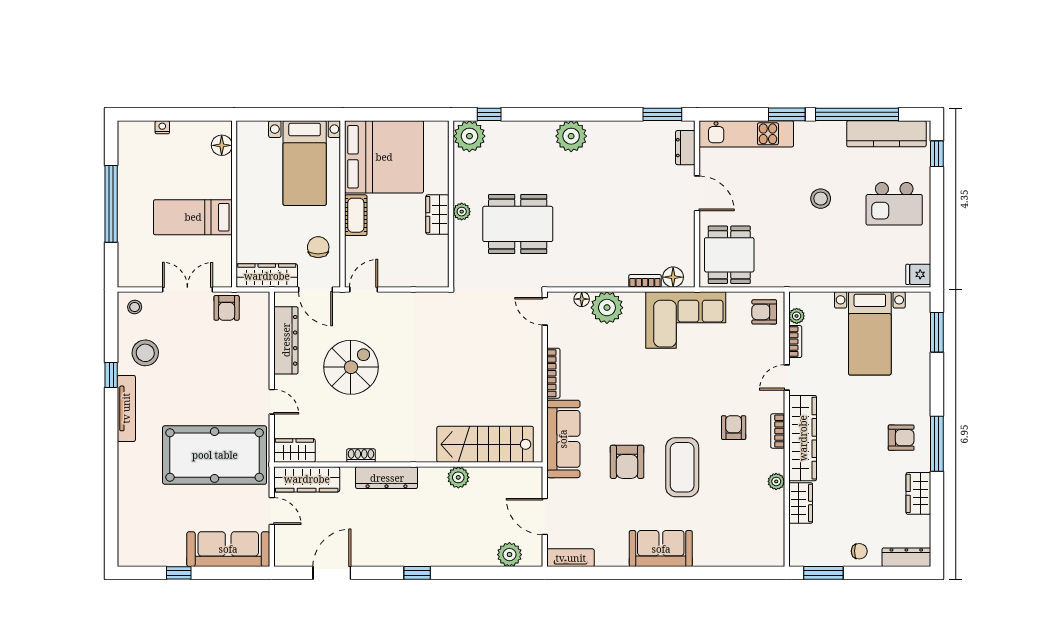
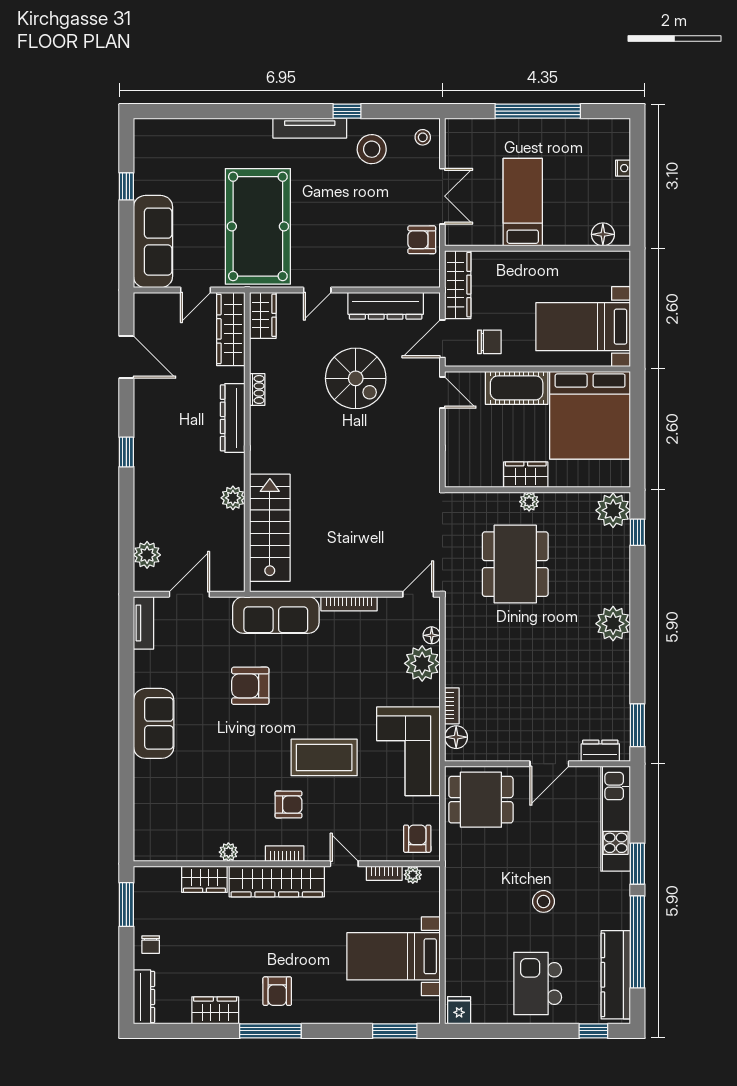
cot: (356, 215) -> (517, 388), width x1.37, depth x1.34
coffee table: (682, 467) -> (324, 757), moved

